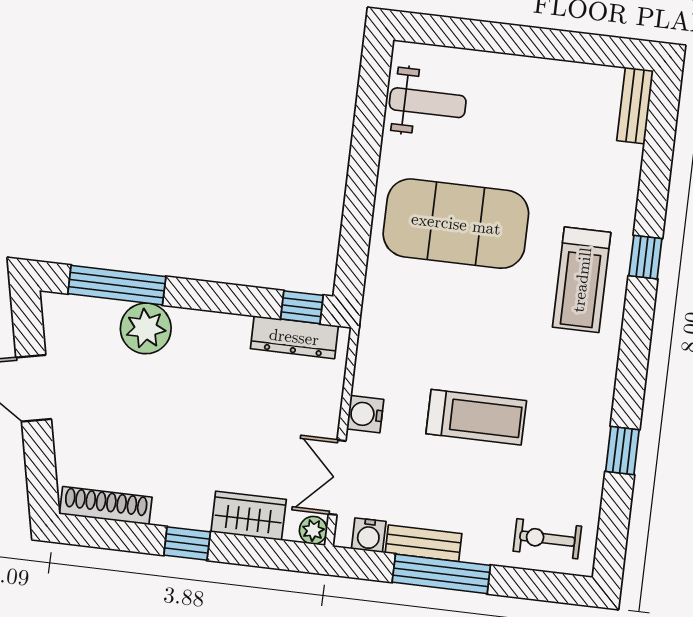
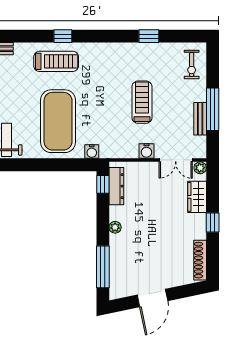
treadmill: (582, 280) -> (56, 61), moved
plant: (146, 328) -> (115, 227), moved, width x0.53, depth x0.53
water cooler: (369, 535) -> (92, 152), moved, turned 90

